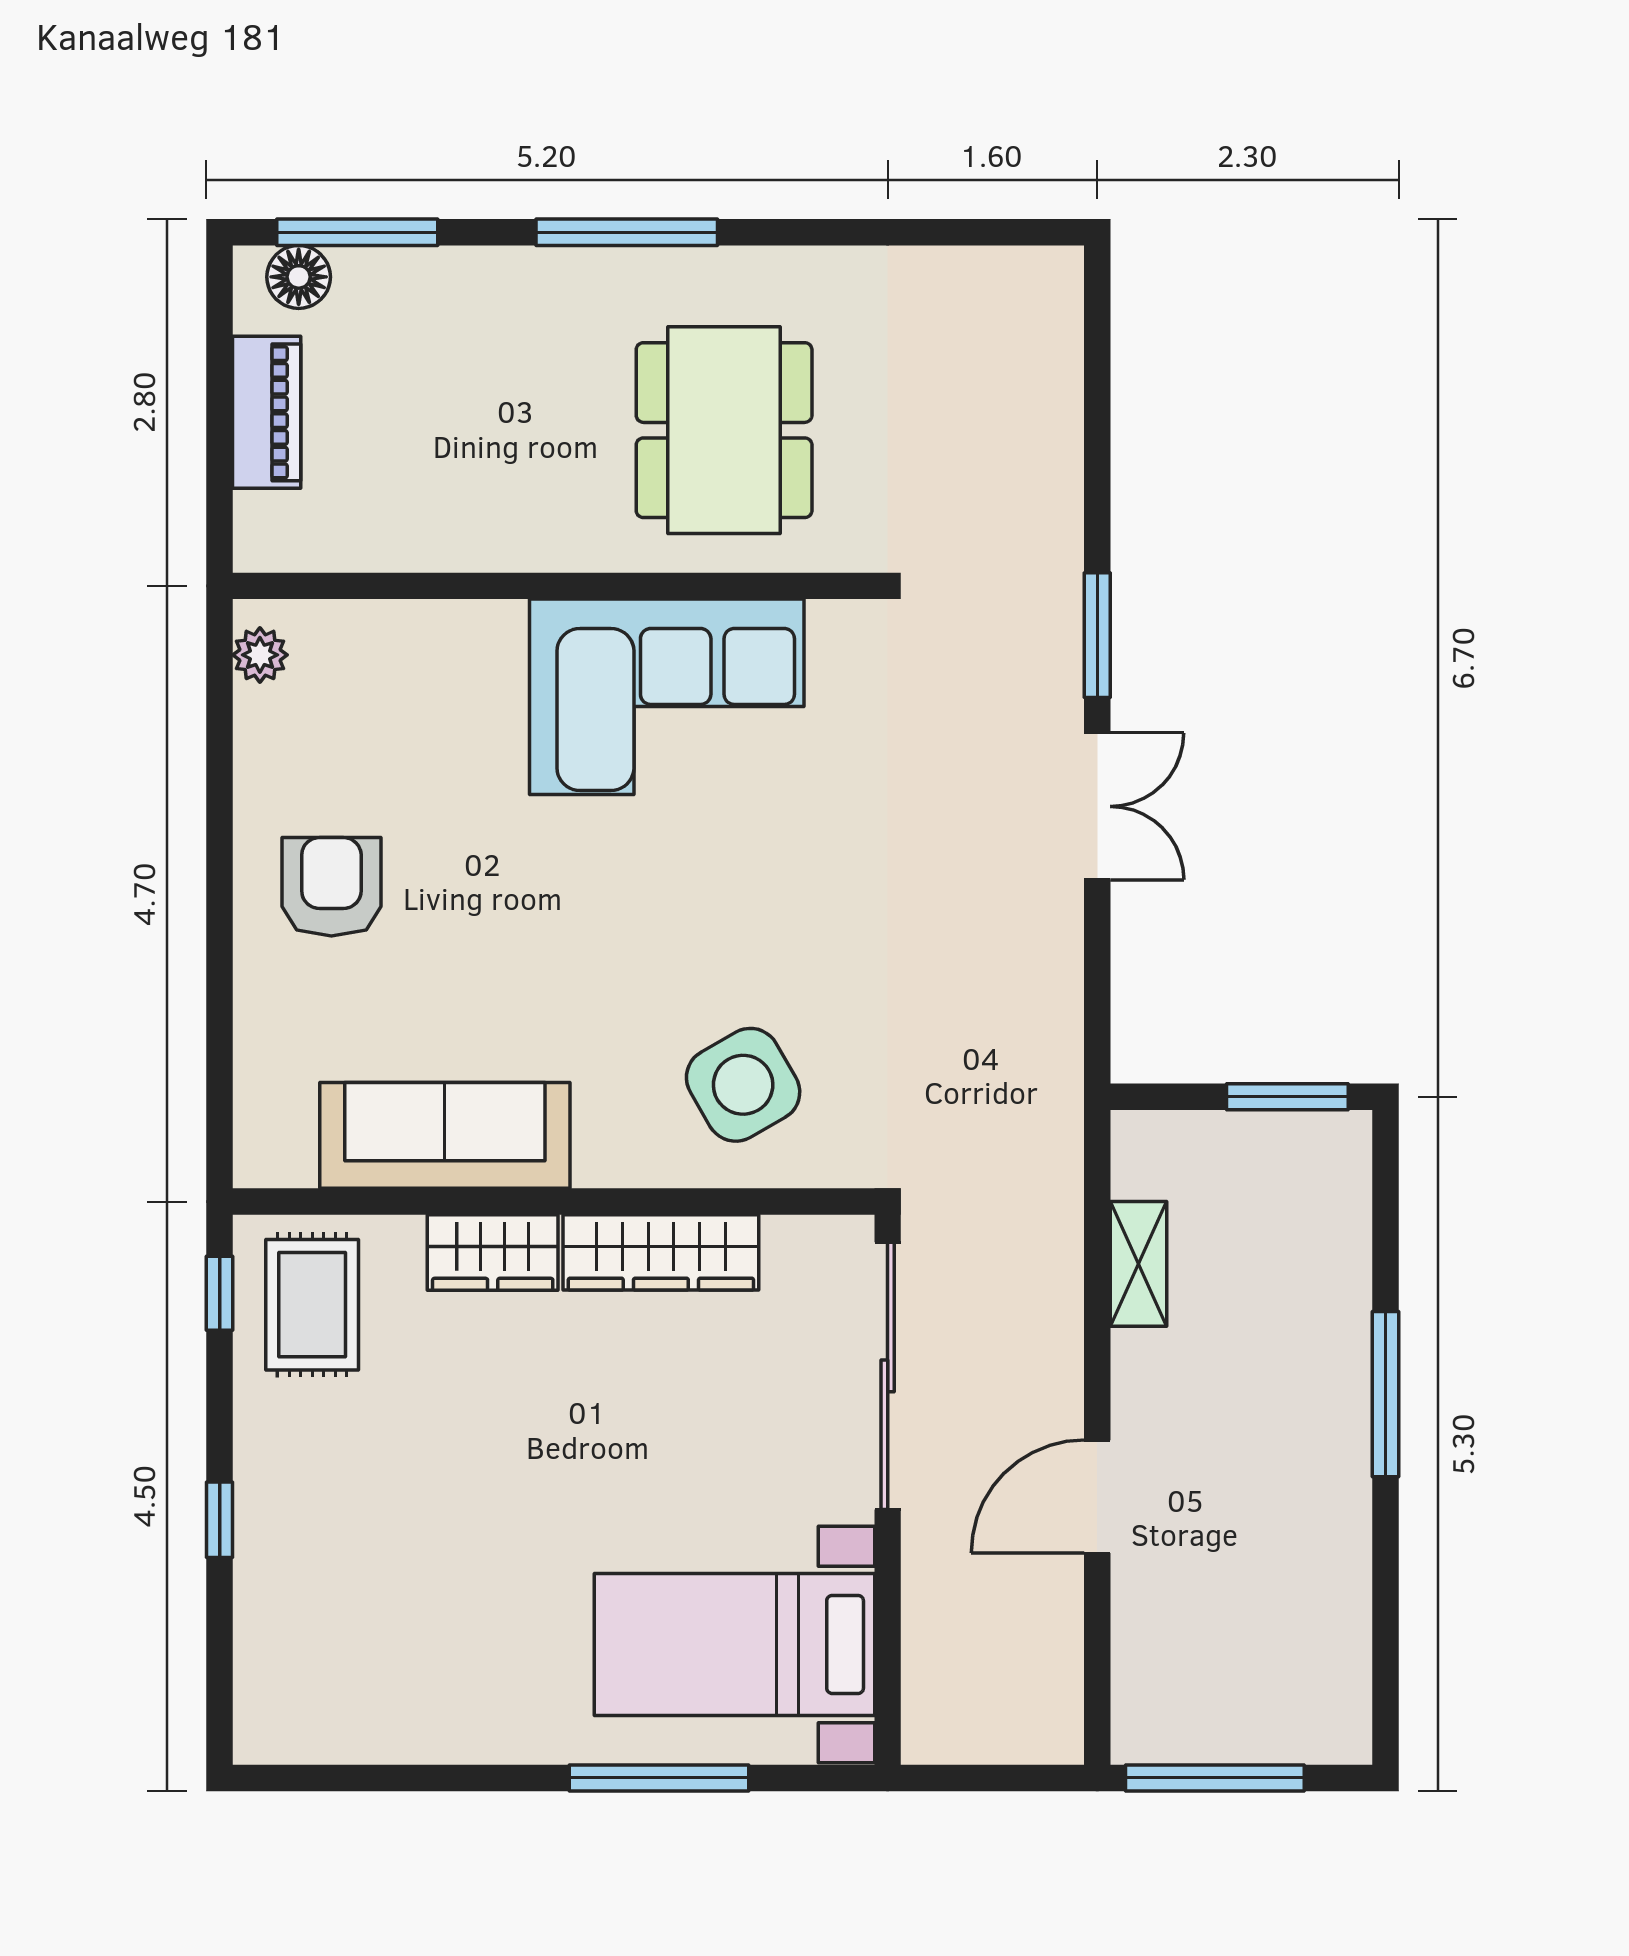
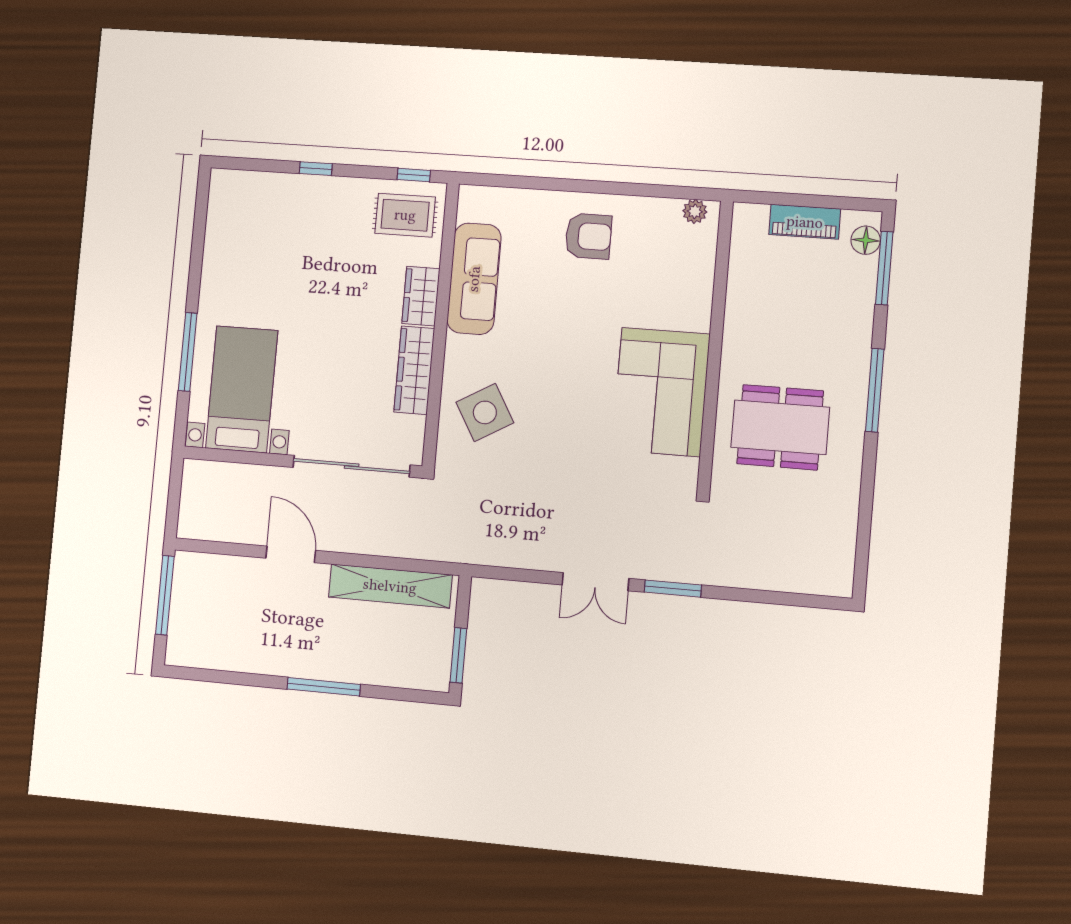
shelving: (1138, 1264) -> (390, 586), width x2.20, depth x1.33

